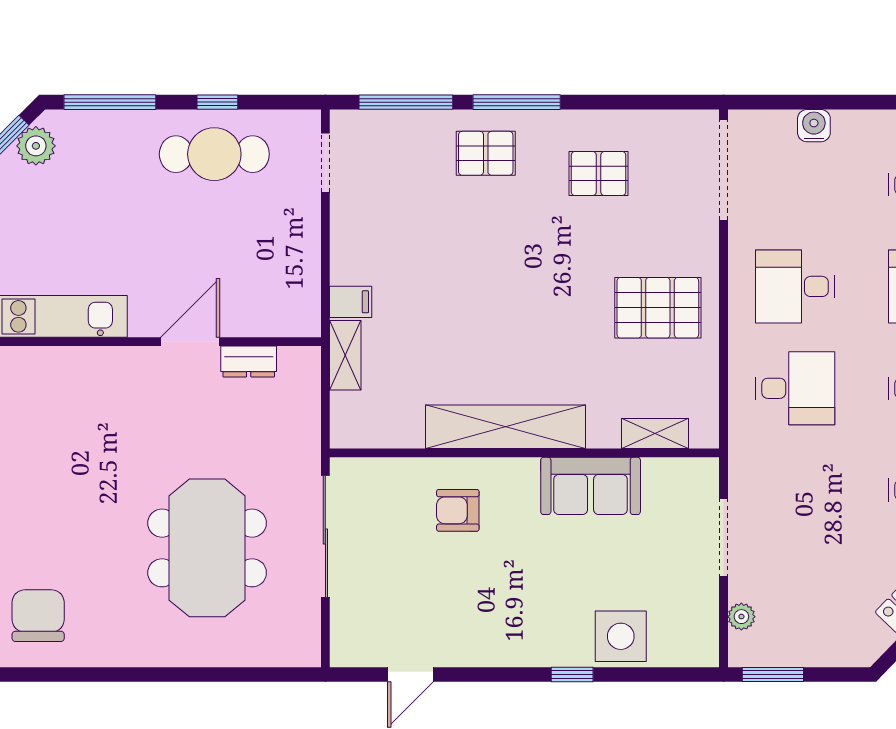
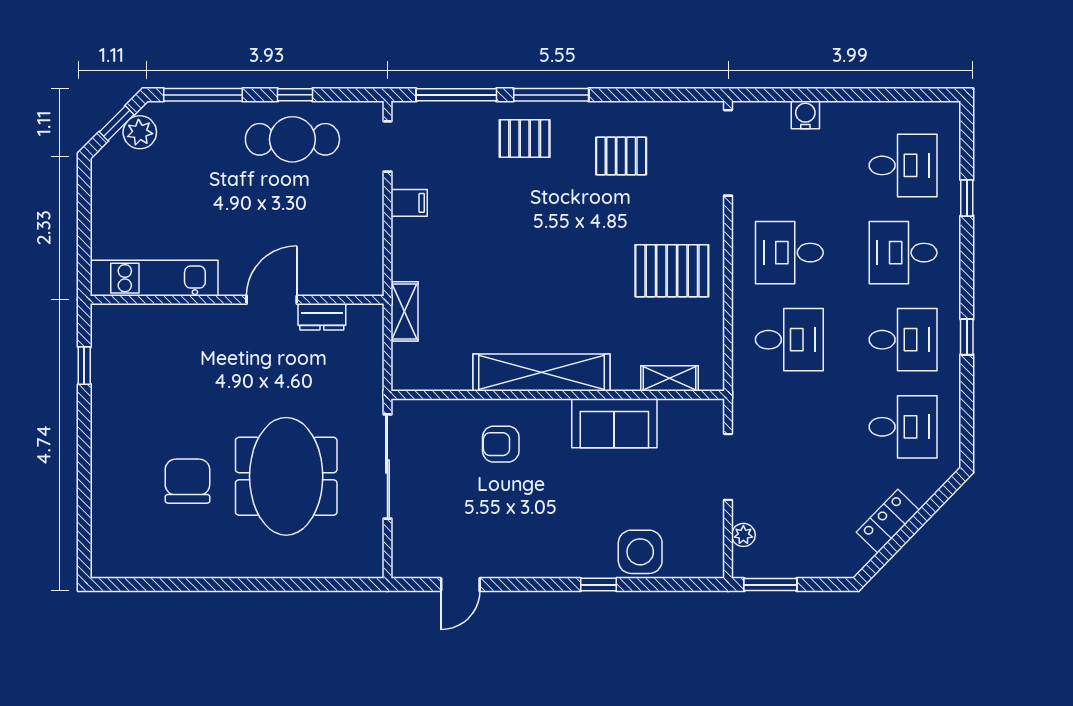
filing cabinet: (351, 302) -> (409, 203), moved
chair: (38, 616) -> (187, 481), moved

